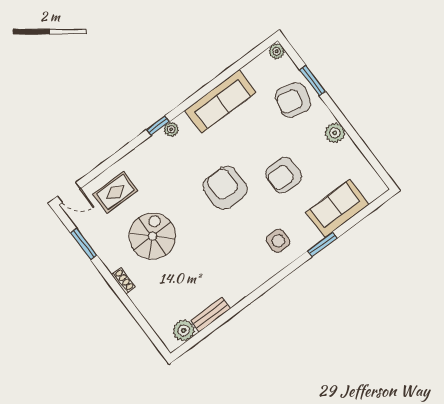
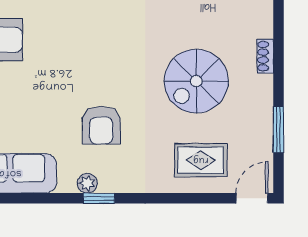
armchair: (225, 188) -> (101, 125), moved, width x0.73, depth x0.73
door: (69, 192) -> (252, 198), hinge flipped

